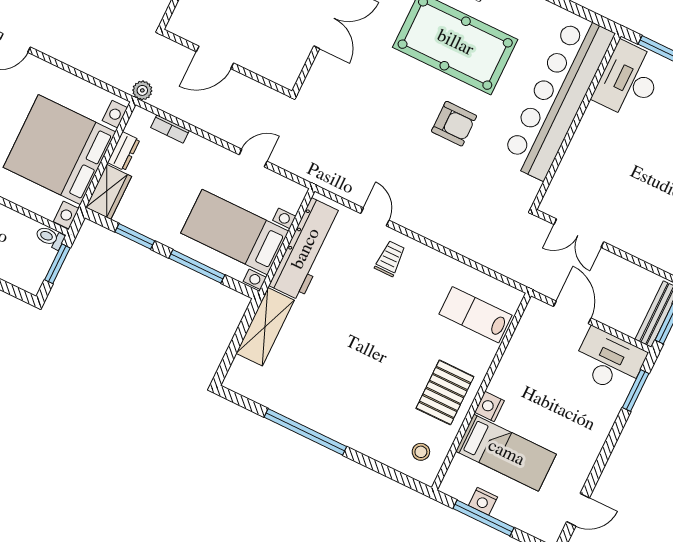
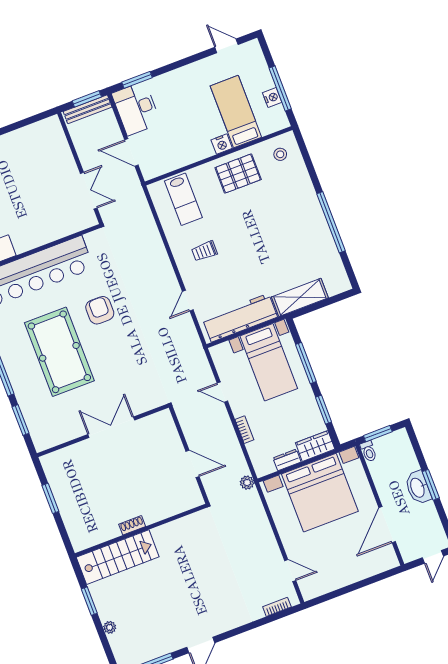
bookcase: (170, 129) -> (244, 430), moved
trolley: (390, 259) -> (205, 251), moved
door: (572, 312) -> (131, 152), hinge flipped

